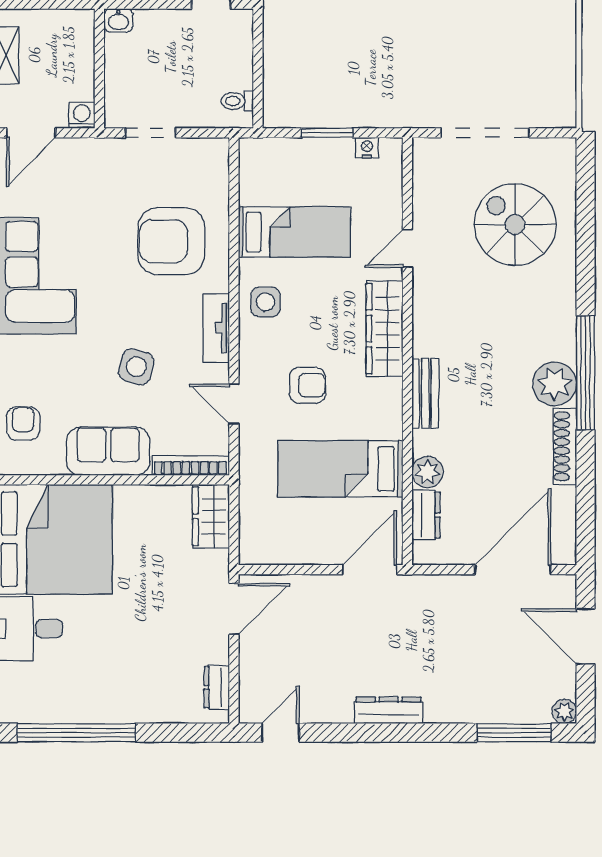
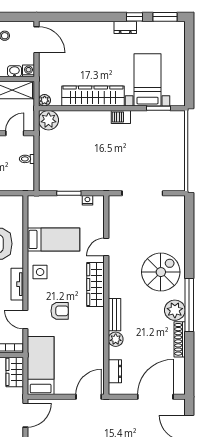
toilet: (237, 101) -> (27, 159), moved
spiral stairs: (515, 224) -> (161, 272), moved, turned 90
bed: (340, 469) -> (41, 365), moved, turned 90
plant: (428, 472) -> (116, 339), moved

